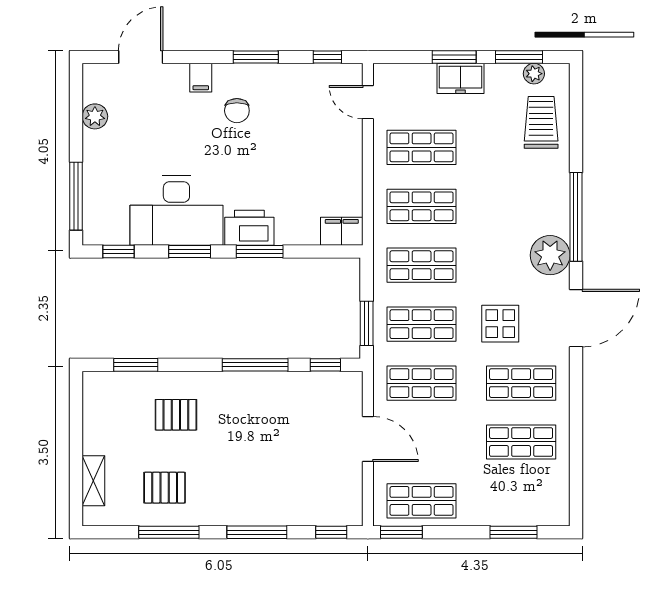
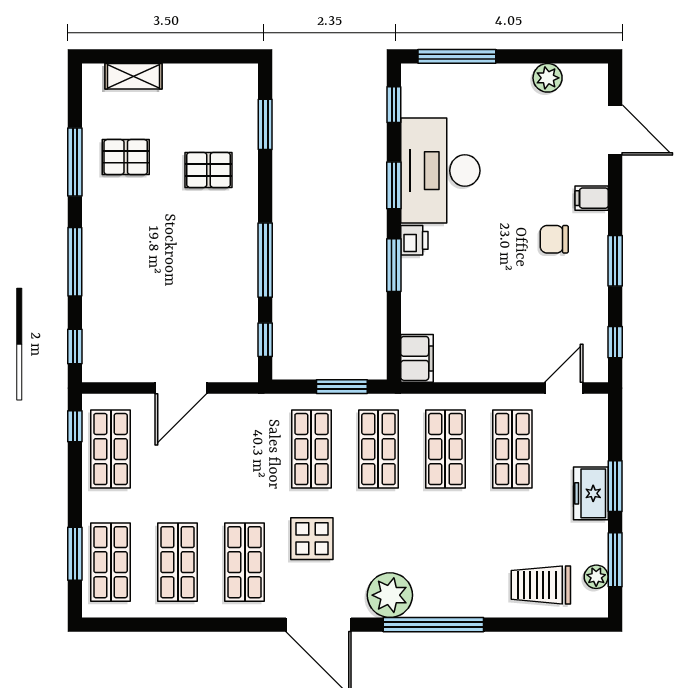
trolley: (541, 122) -> (541, 585), turned 180
printer: (249, 228) -> (414, 240), width x0.53, depth x0.68
window: (367, 323) -> (342, 387), moved
shop shelf: (422, 383) -> (111, 562), moved
pallet: (176, 415) -> (208, 170), turned 90
pallet: (165, 488) -> (126, 157), turned 90
window: (401, 532) -> (75, 426), width x0.67

